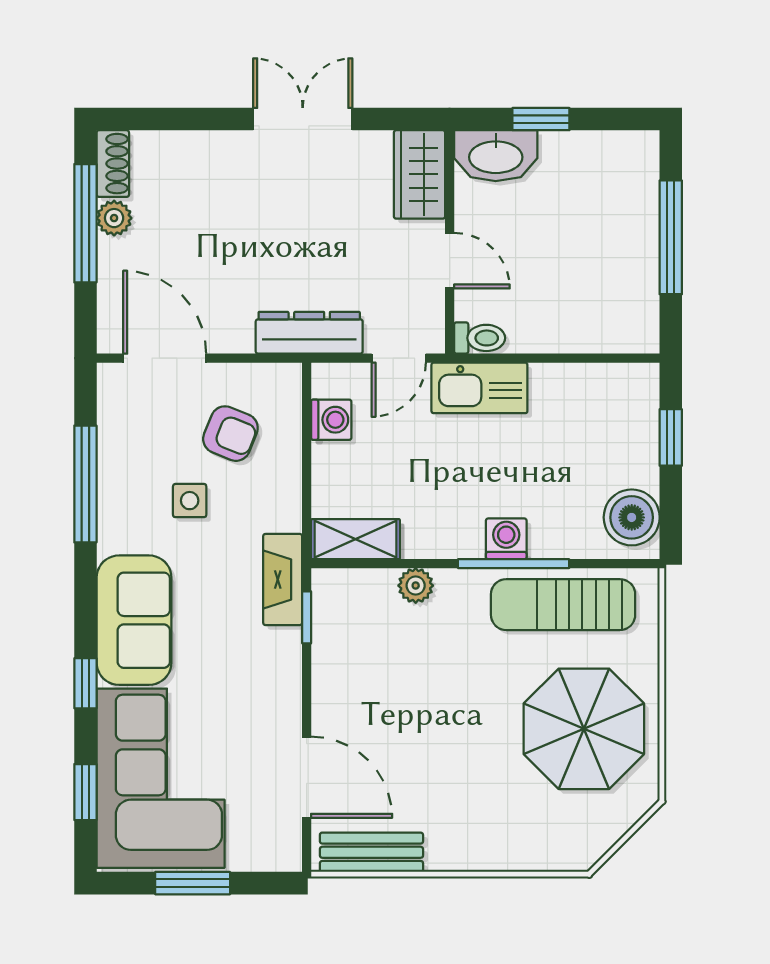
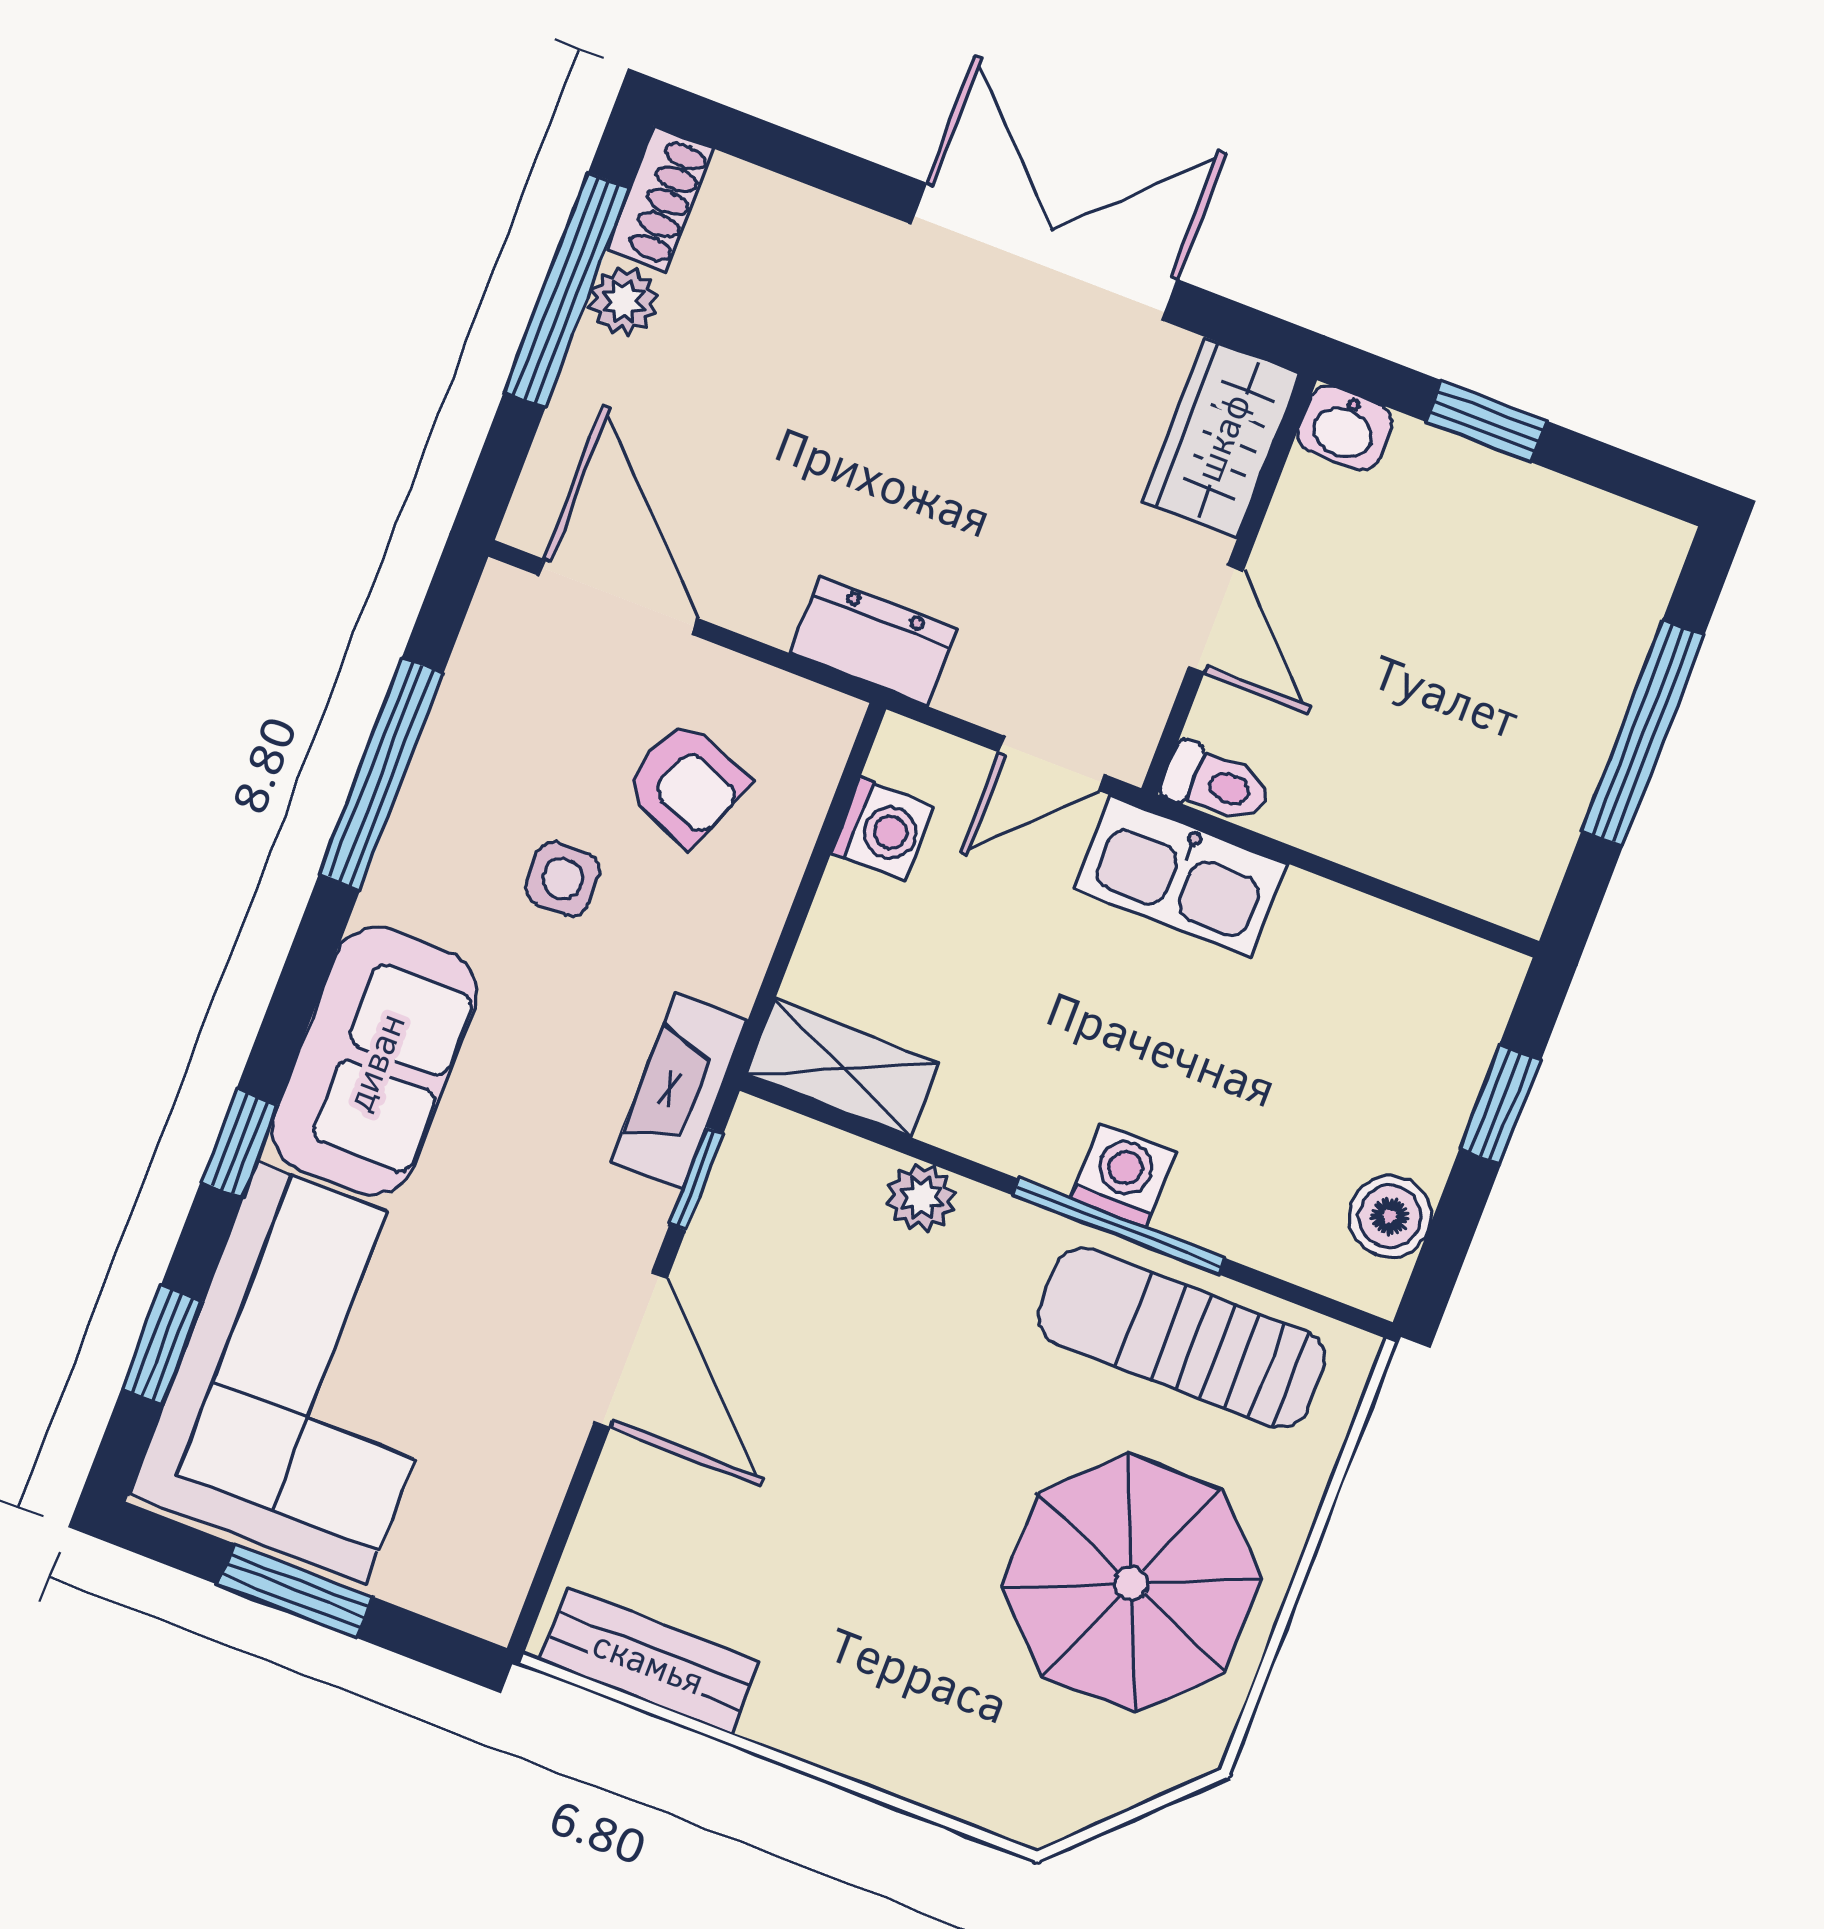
double door: (303, 119) -> (1044, 252), width x1.37
washbasin: (496, 156) -> (1345, 428), width x0.52, depth x0.69
dresser: (309, 333) -> (874, 641), width x0.70
boiler: (632, 517) -> (1390, 1216), width x0.73, depth x0.73
door: (307, 777) -> (631, 1350), moved

